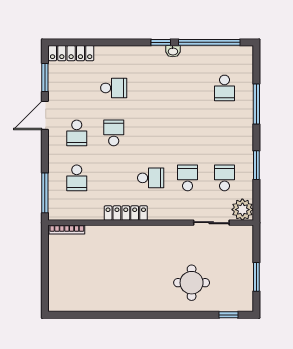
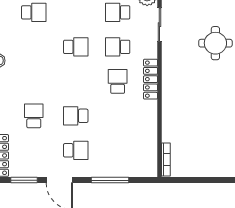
school desk: (77, 178) -> (76, 47), moved
window: (45, 193) -> (110, 180), moved
locker: (126, 213) -> (150, 79), moved

